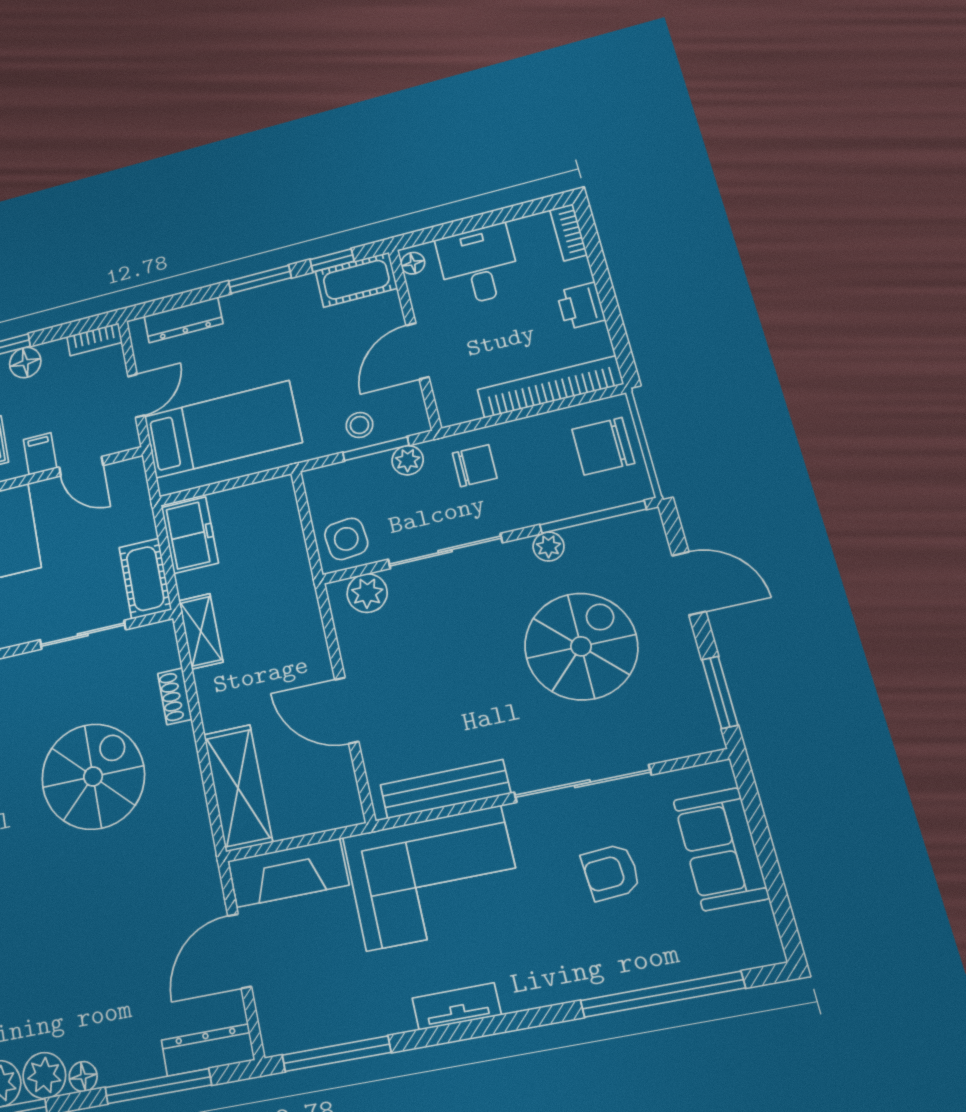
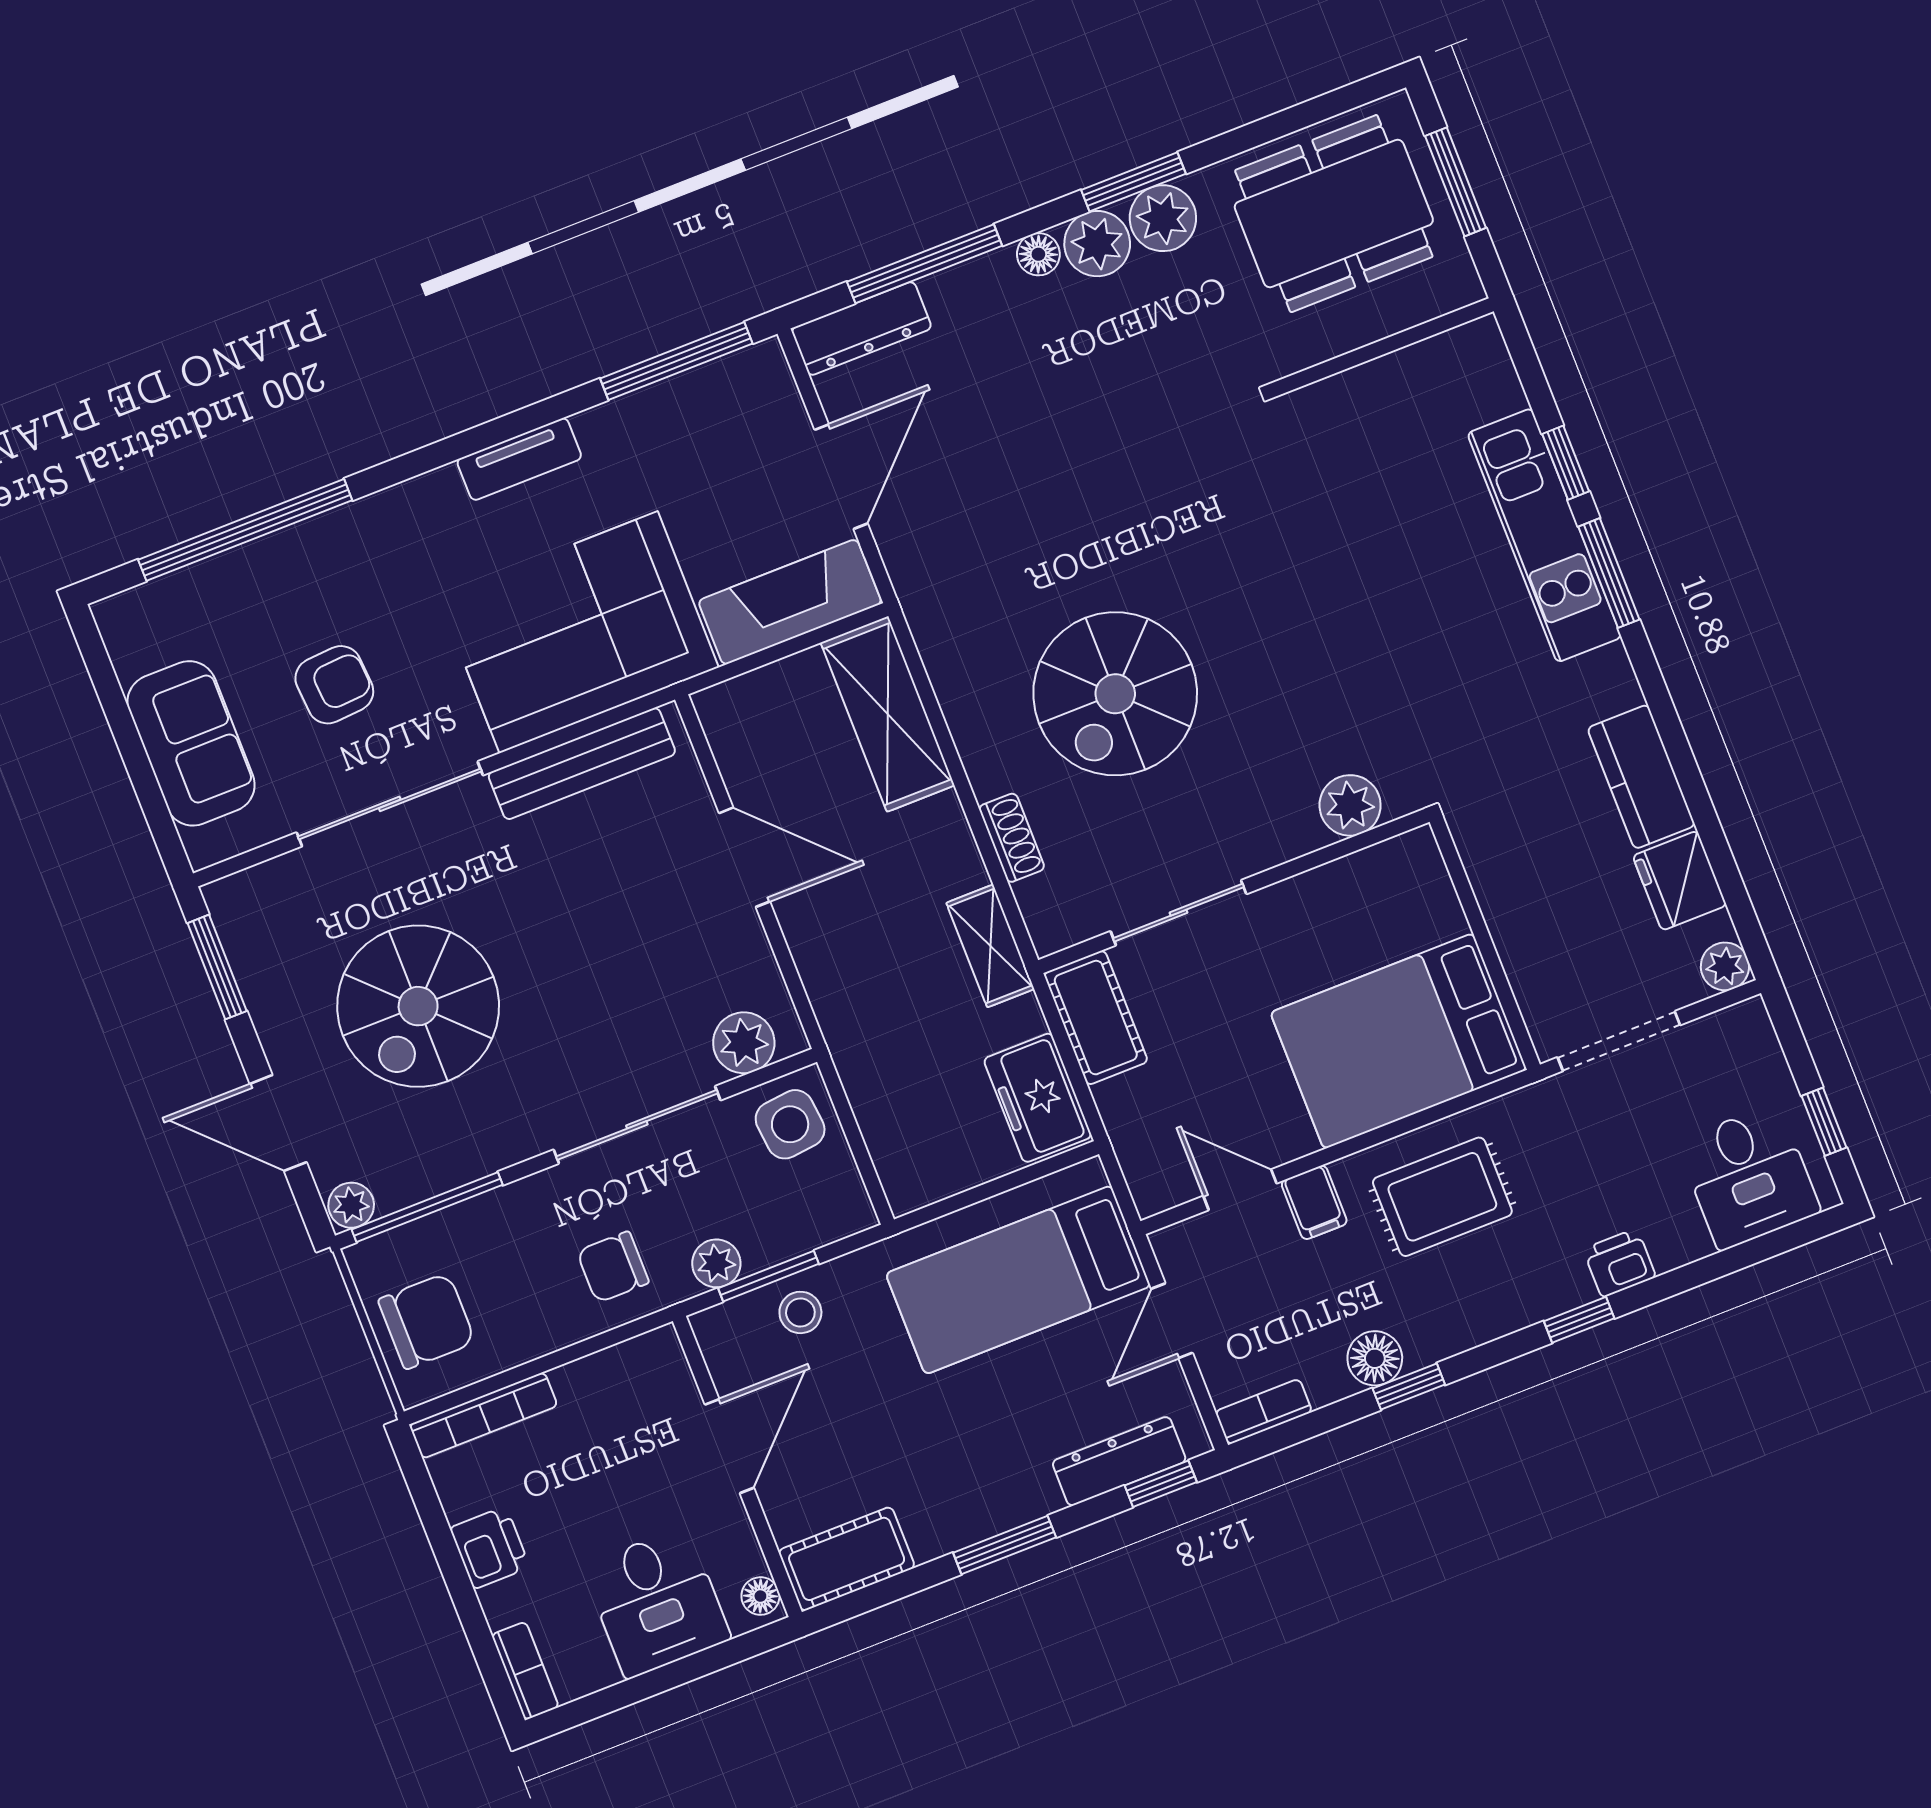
window: (332, 260) -> (1161, 1484), moved
bookcase: (550, 387) -> (483, 1415), width x0.68, depth x0.76
plant: (549, 546) -> (351, 1205), moved

